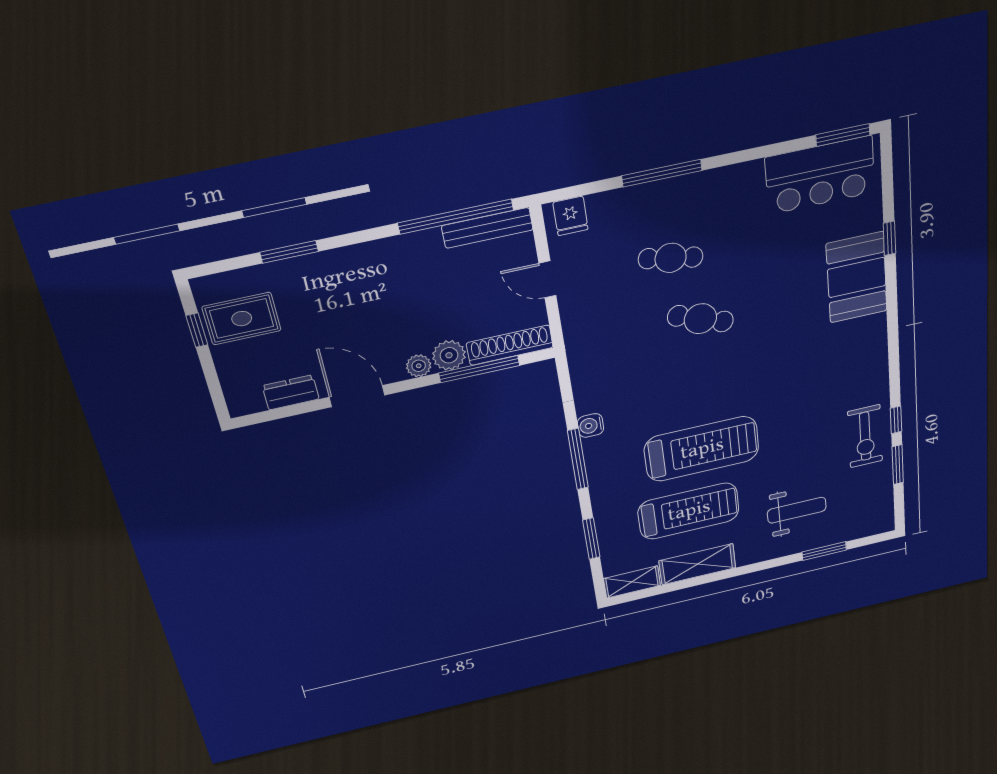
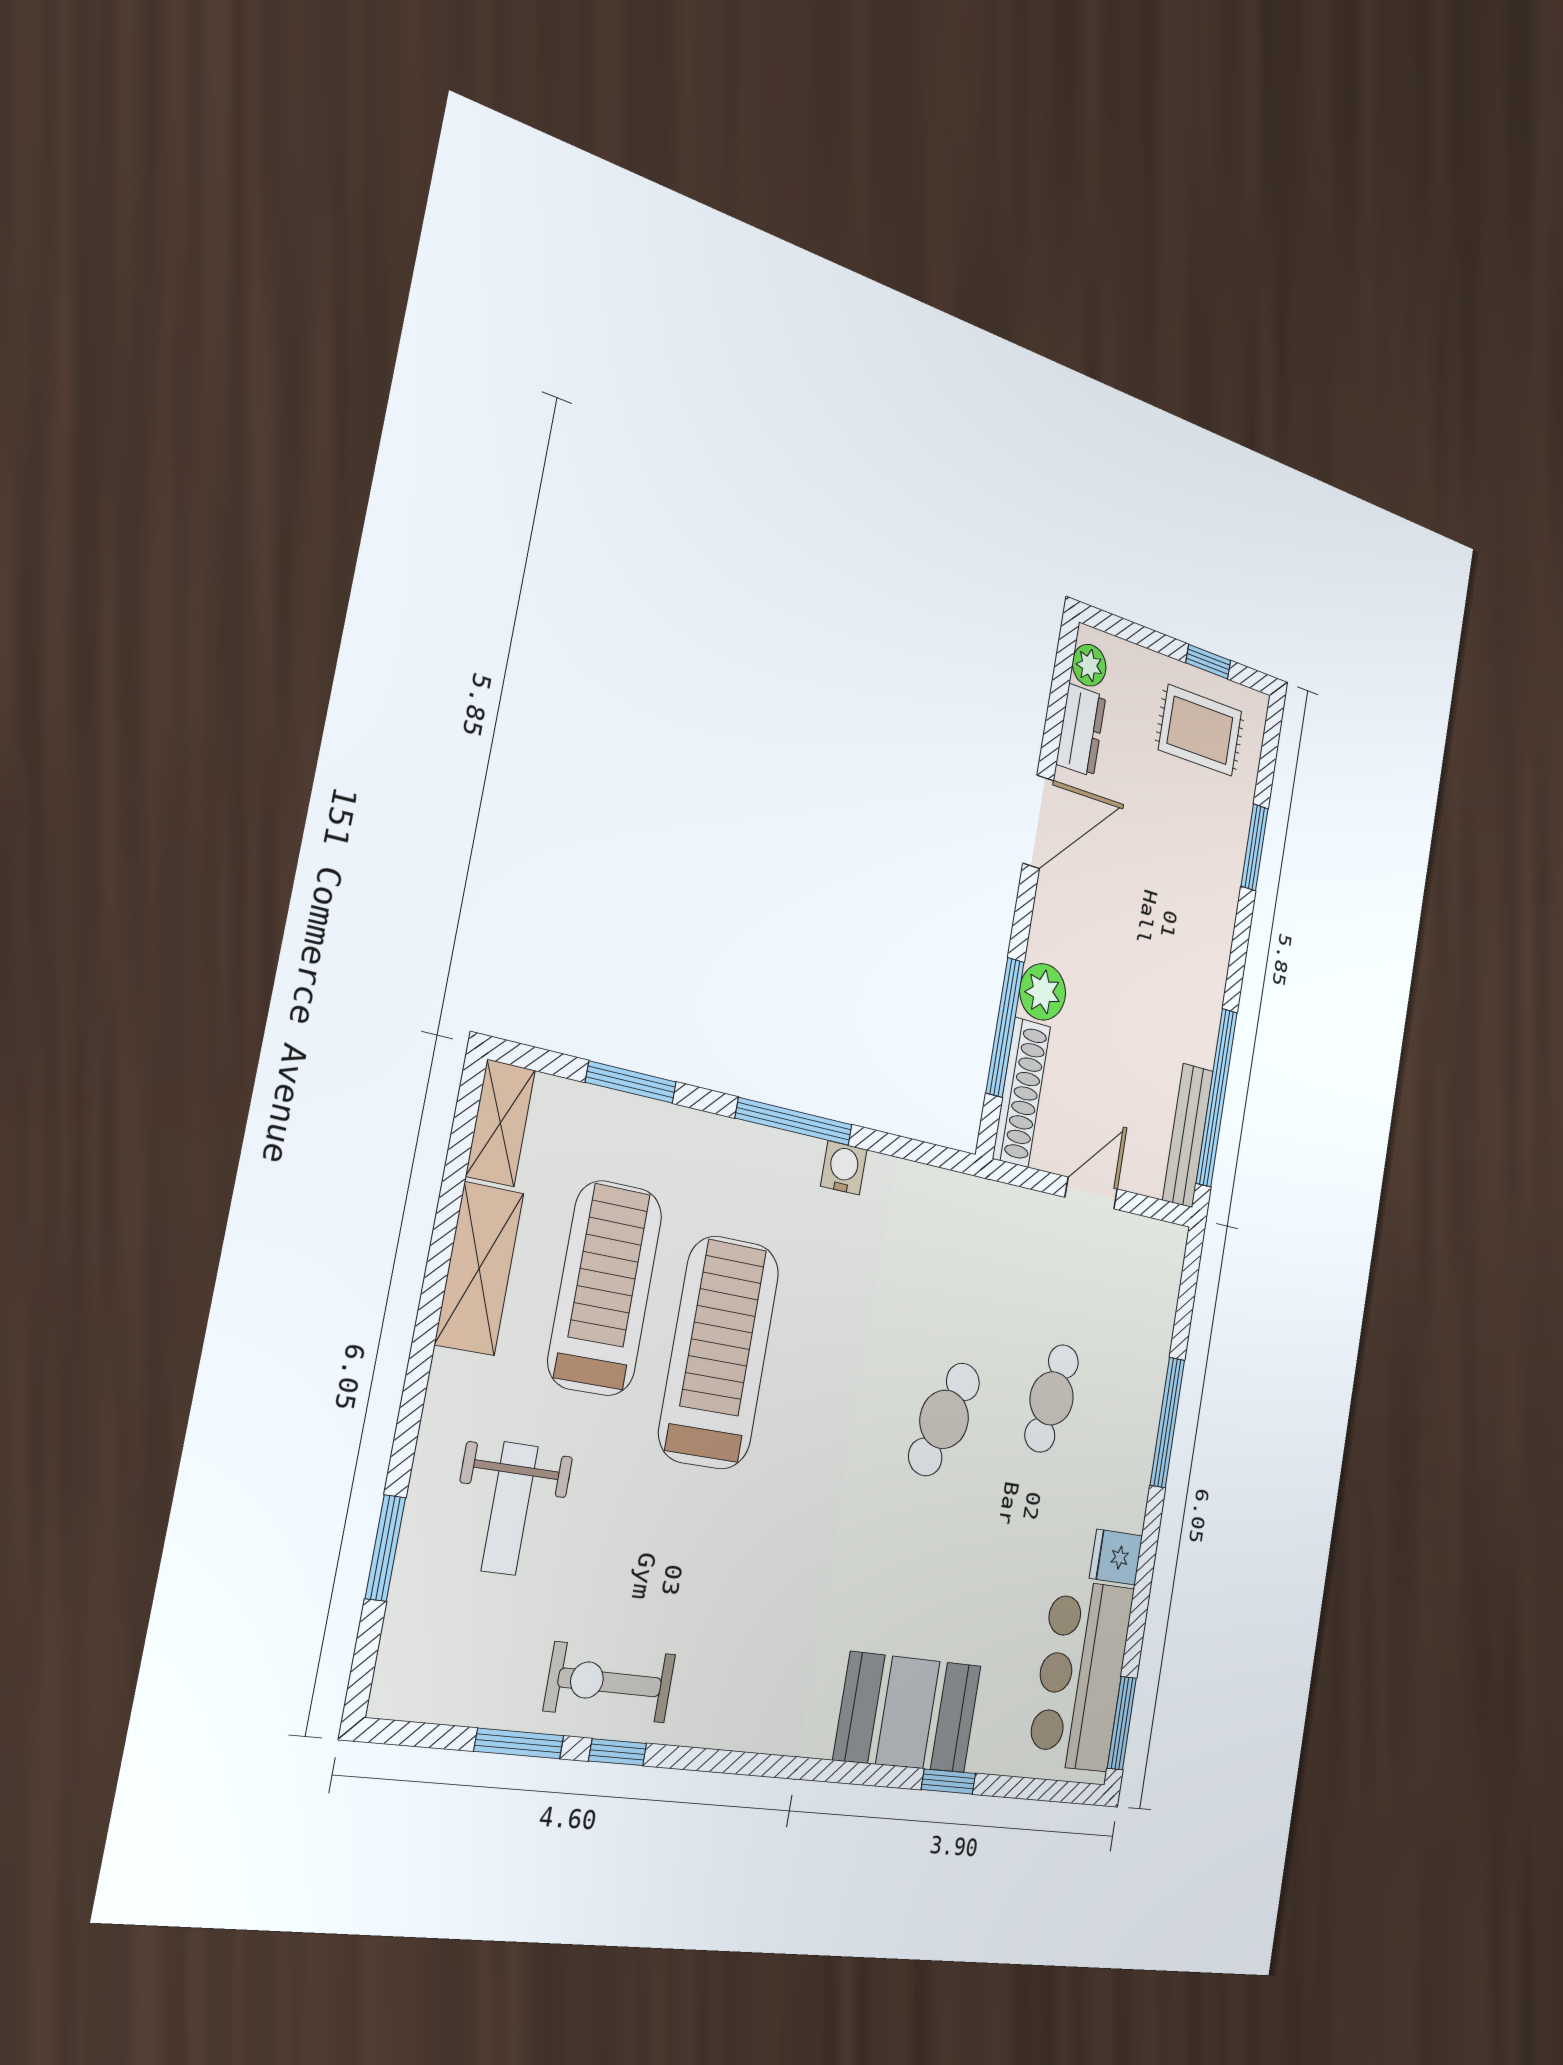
fridge: (571, 216) -> (1116, 1557), moved
rug: (242, 319) -> (1200, 730), turned 90
plant: (419, 366) -> (1089, 665), moved
treadmill: (702, 449) -> (719, 1352), turned 180
treadmill: (689, 511) -> (605, 1288), turned 180

